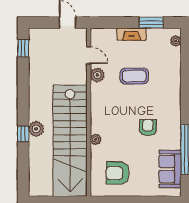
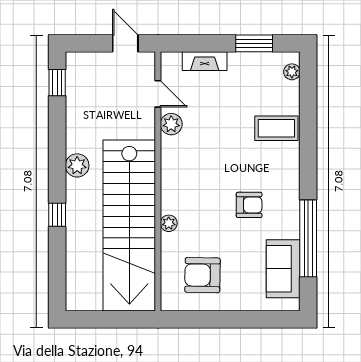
fireplace: (132, 34) -> (205, 61), moved
coffee table: (134, 76) -> (276, 128), moved
armchair: (148, 128) -> (249, 205), turned 90
plant: (36, 129) -> (77, 165), moved

